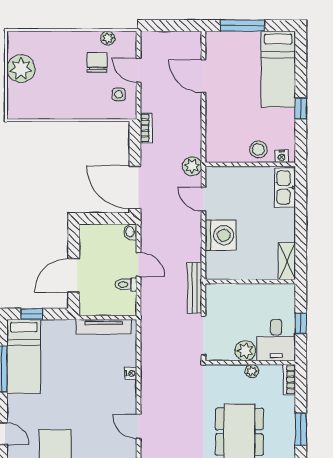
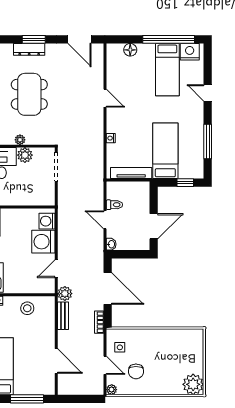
plant: (108, 38) -> (112, 390), moved
plant: (21, 69) -> (193, 384), moved
stool: (258, 149) -> (27, 308), moved
door: (135, 187) -> (108, 288), moved
door: (203, 199) -> (56, 269), swing flipped
washing machine: (216, 263) -> (47, 221), added
door: (74, 275) -> (154, 226), moved
bench: (195, 288) -> (63, 316), moved, width x0.73
bed: (24, 357) -> (165, 151), moved

